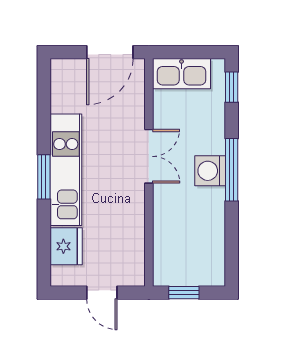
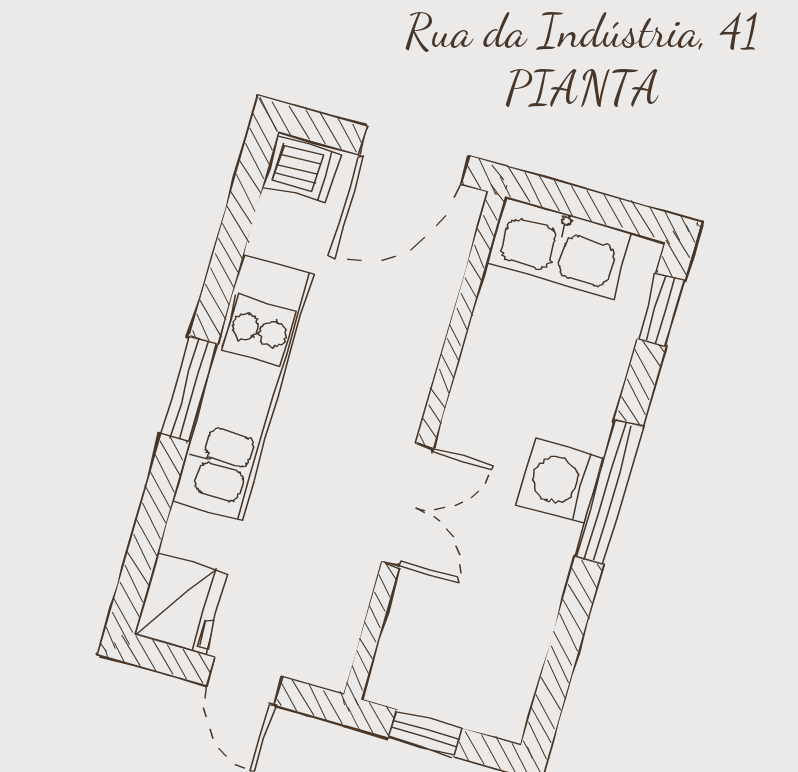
dishwasher: (65, 72) -> (302, 170), added
double door: (149, 156) -> (408, 505), moved
fridge: (66, 246) -> (181, 604), moved

